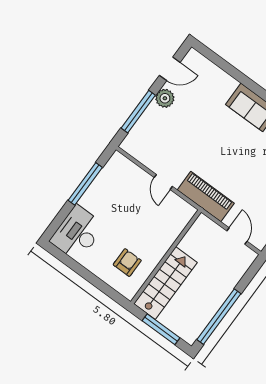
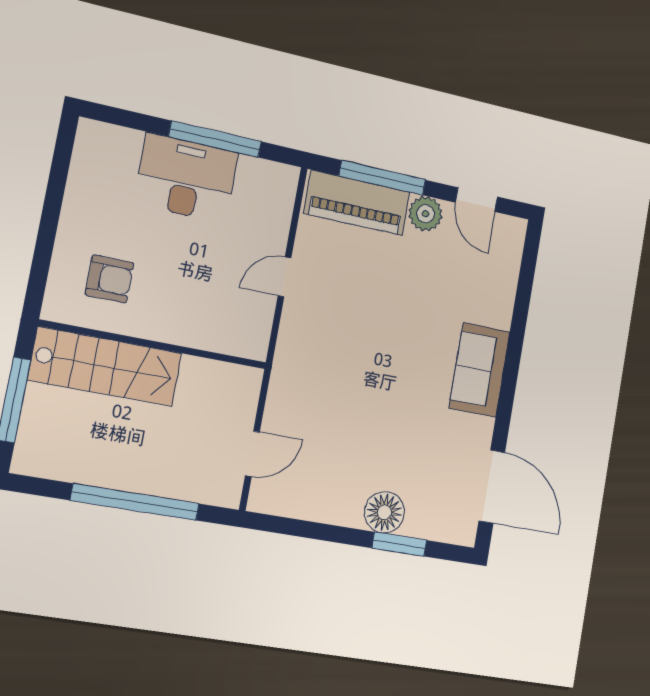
piano: (206, 197) -> (357, 203), moved, turned 90
desk: (77, 233) -> (186, 178), moved
window: (219, 317) -> (135, 502), moved

